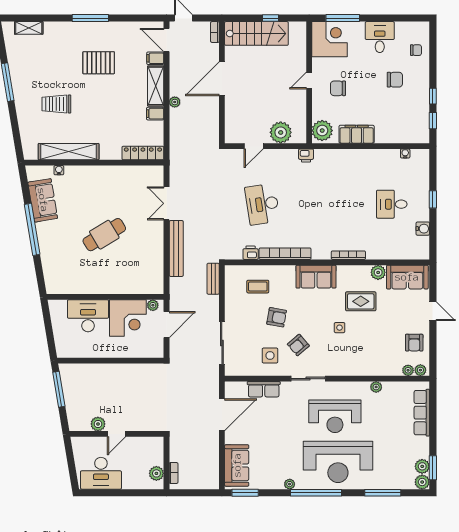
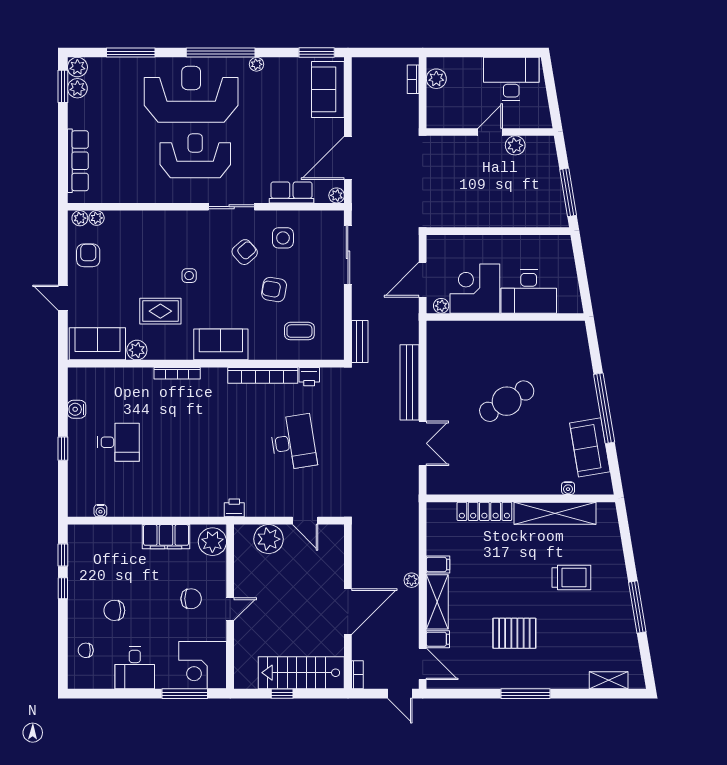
door: (254, 146) -> (305, 521), swing flipped
locker: (143, 153) -> (484, 511), moved
plant: (376, 387) -> (337, 195), moved

